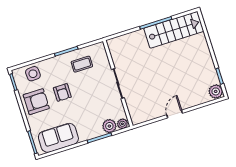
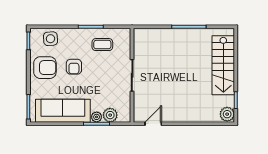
stairs: (174, 30) -> (223, 65), moved, turned 90
door: (175, 114) -> (153, 124), moved
plant: (122, 124) -> (97, 117), moved
sofa: (58, 138) -> (63, 111), width x1.36

